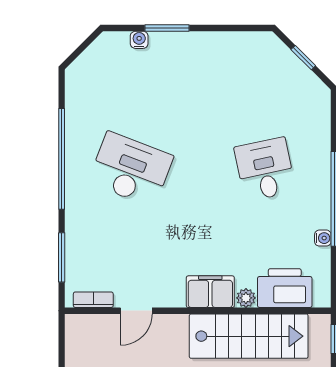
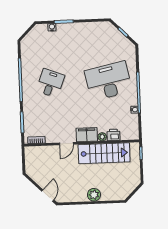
desk: (131, 169) -> (50, 83), width x0.73
desk: (265, 169) -> (108, 81), width x1.87, depth x1.30
printer: (285, 288) -> (113, 135), width x0.53, depth x0.68
door: (136, 311) -> (66, 144), moved

